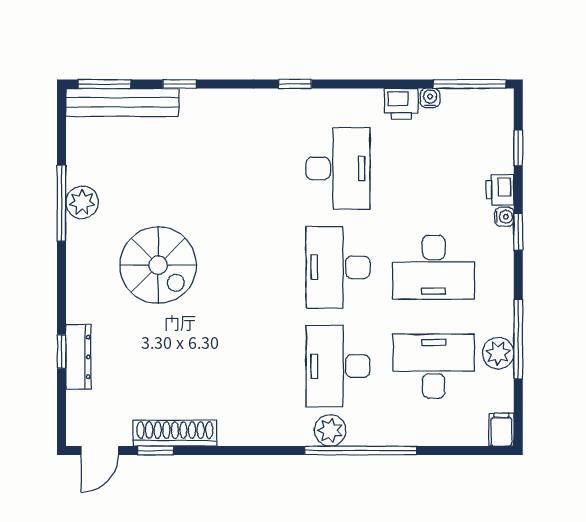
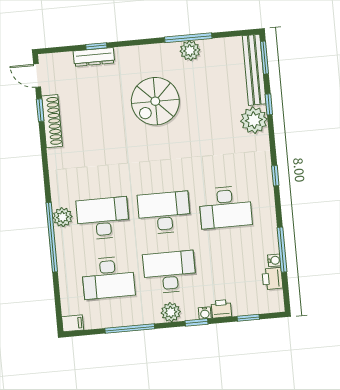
window: (470, 84) -> (282, 250), moved
printer: (401, 104) -> (272, 279), moved
plant: (203, 110) -> (254, 120), added
desk: (434, 267) -> (170, 272), turned 90
plant: (498, 353) -> (171, 312), moved
desk: (434, 366) -> (108, 278), turned 90

